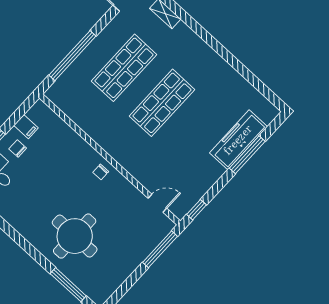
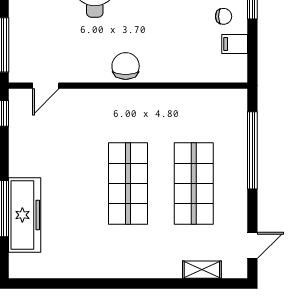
chair: (101, 172) -> (126, 66), width x1.87, depth x1.87

